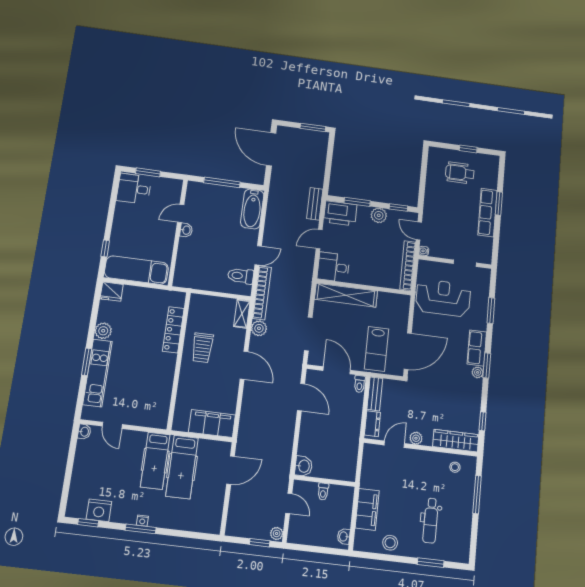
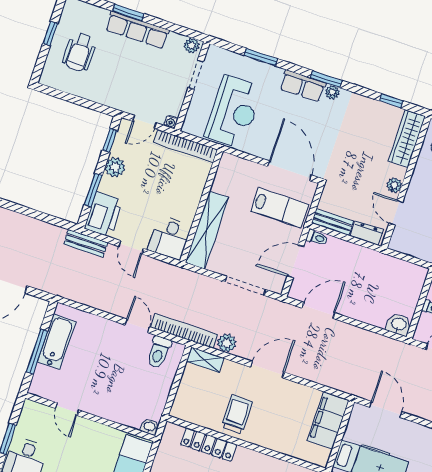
bathtub: (252, 209) -> (57, 342), moved, turned -90
washbasin: (186, 230) -> (150, 427), moved
plant: (486, 256) -> (192, 45), added
reception desk: (443, 298) -> (234, 112), turned 180
trolley: (202, 348) -> (237, 414), turned -90

